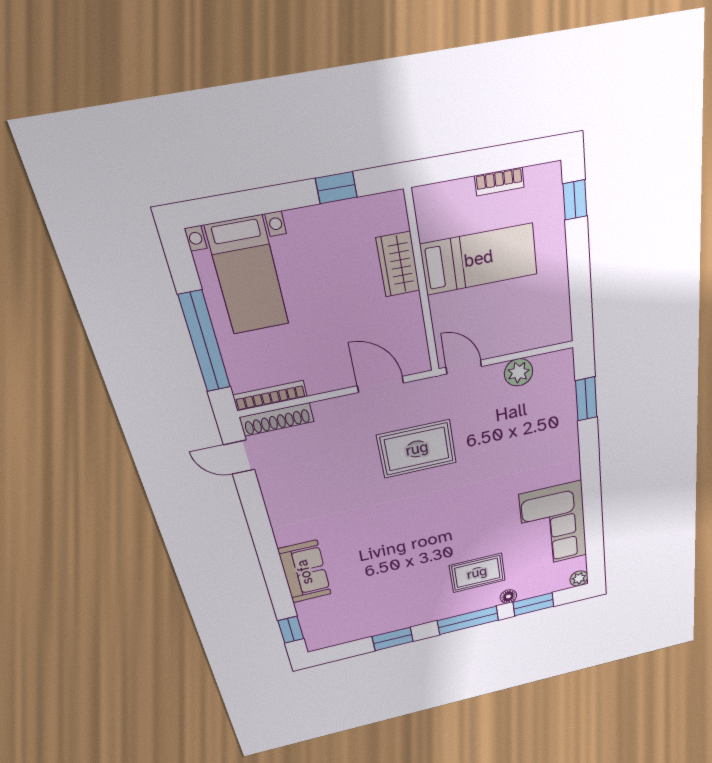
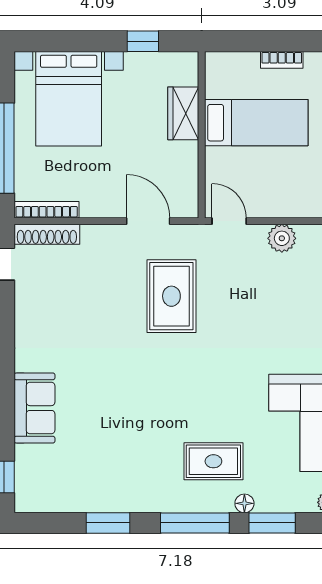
bed with nightstands: (248, 276) -> (69, 99), width x1.36
rug: (417, 449) -> (171, 296), turned 90

